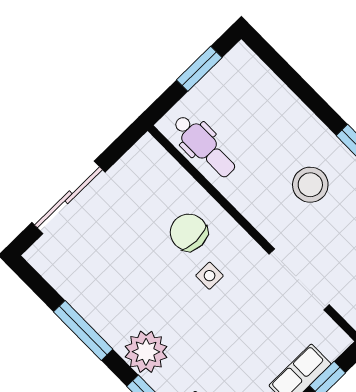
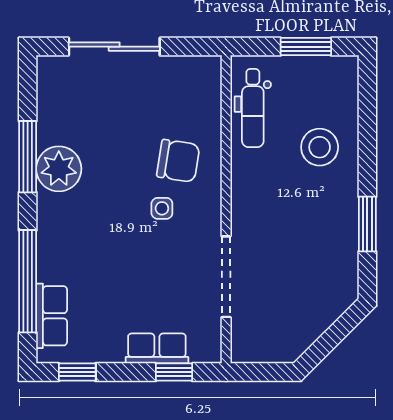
stool: (310, 185) -> (320, 147), moved
chair: (189, 232) -> (178, 161), turned 99
plant: (146, 352) -> (59, 169), moved

